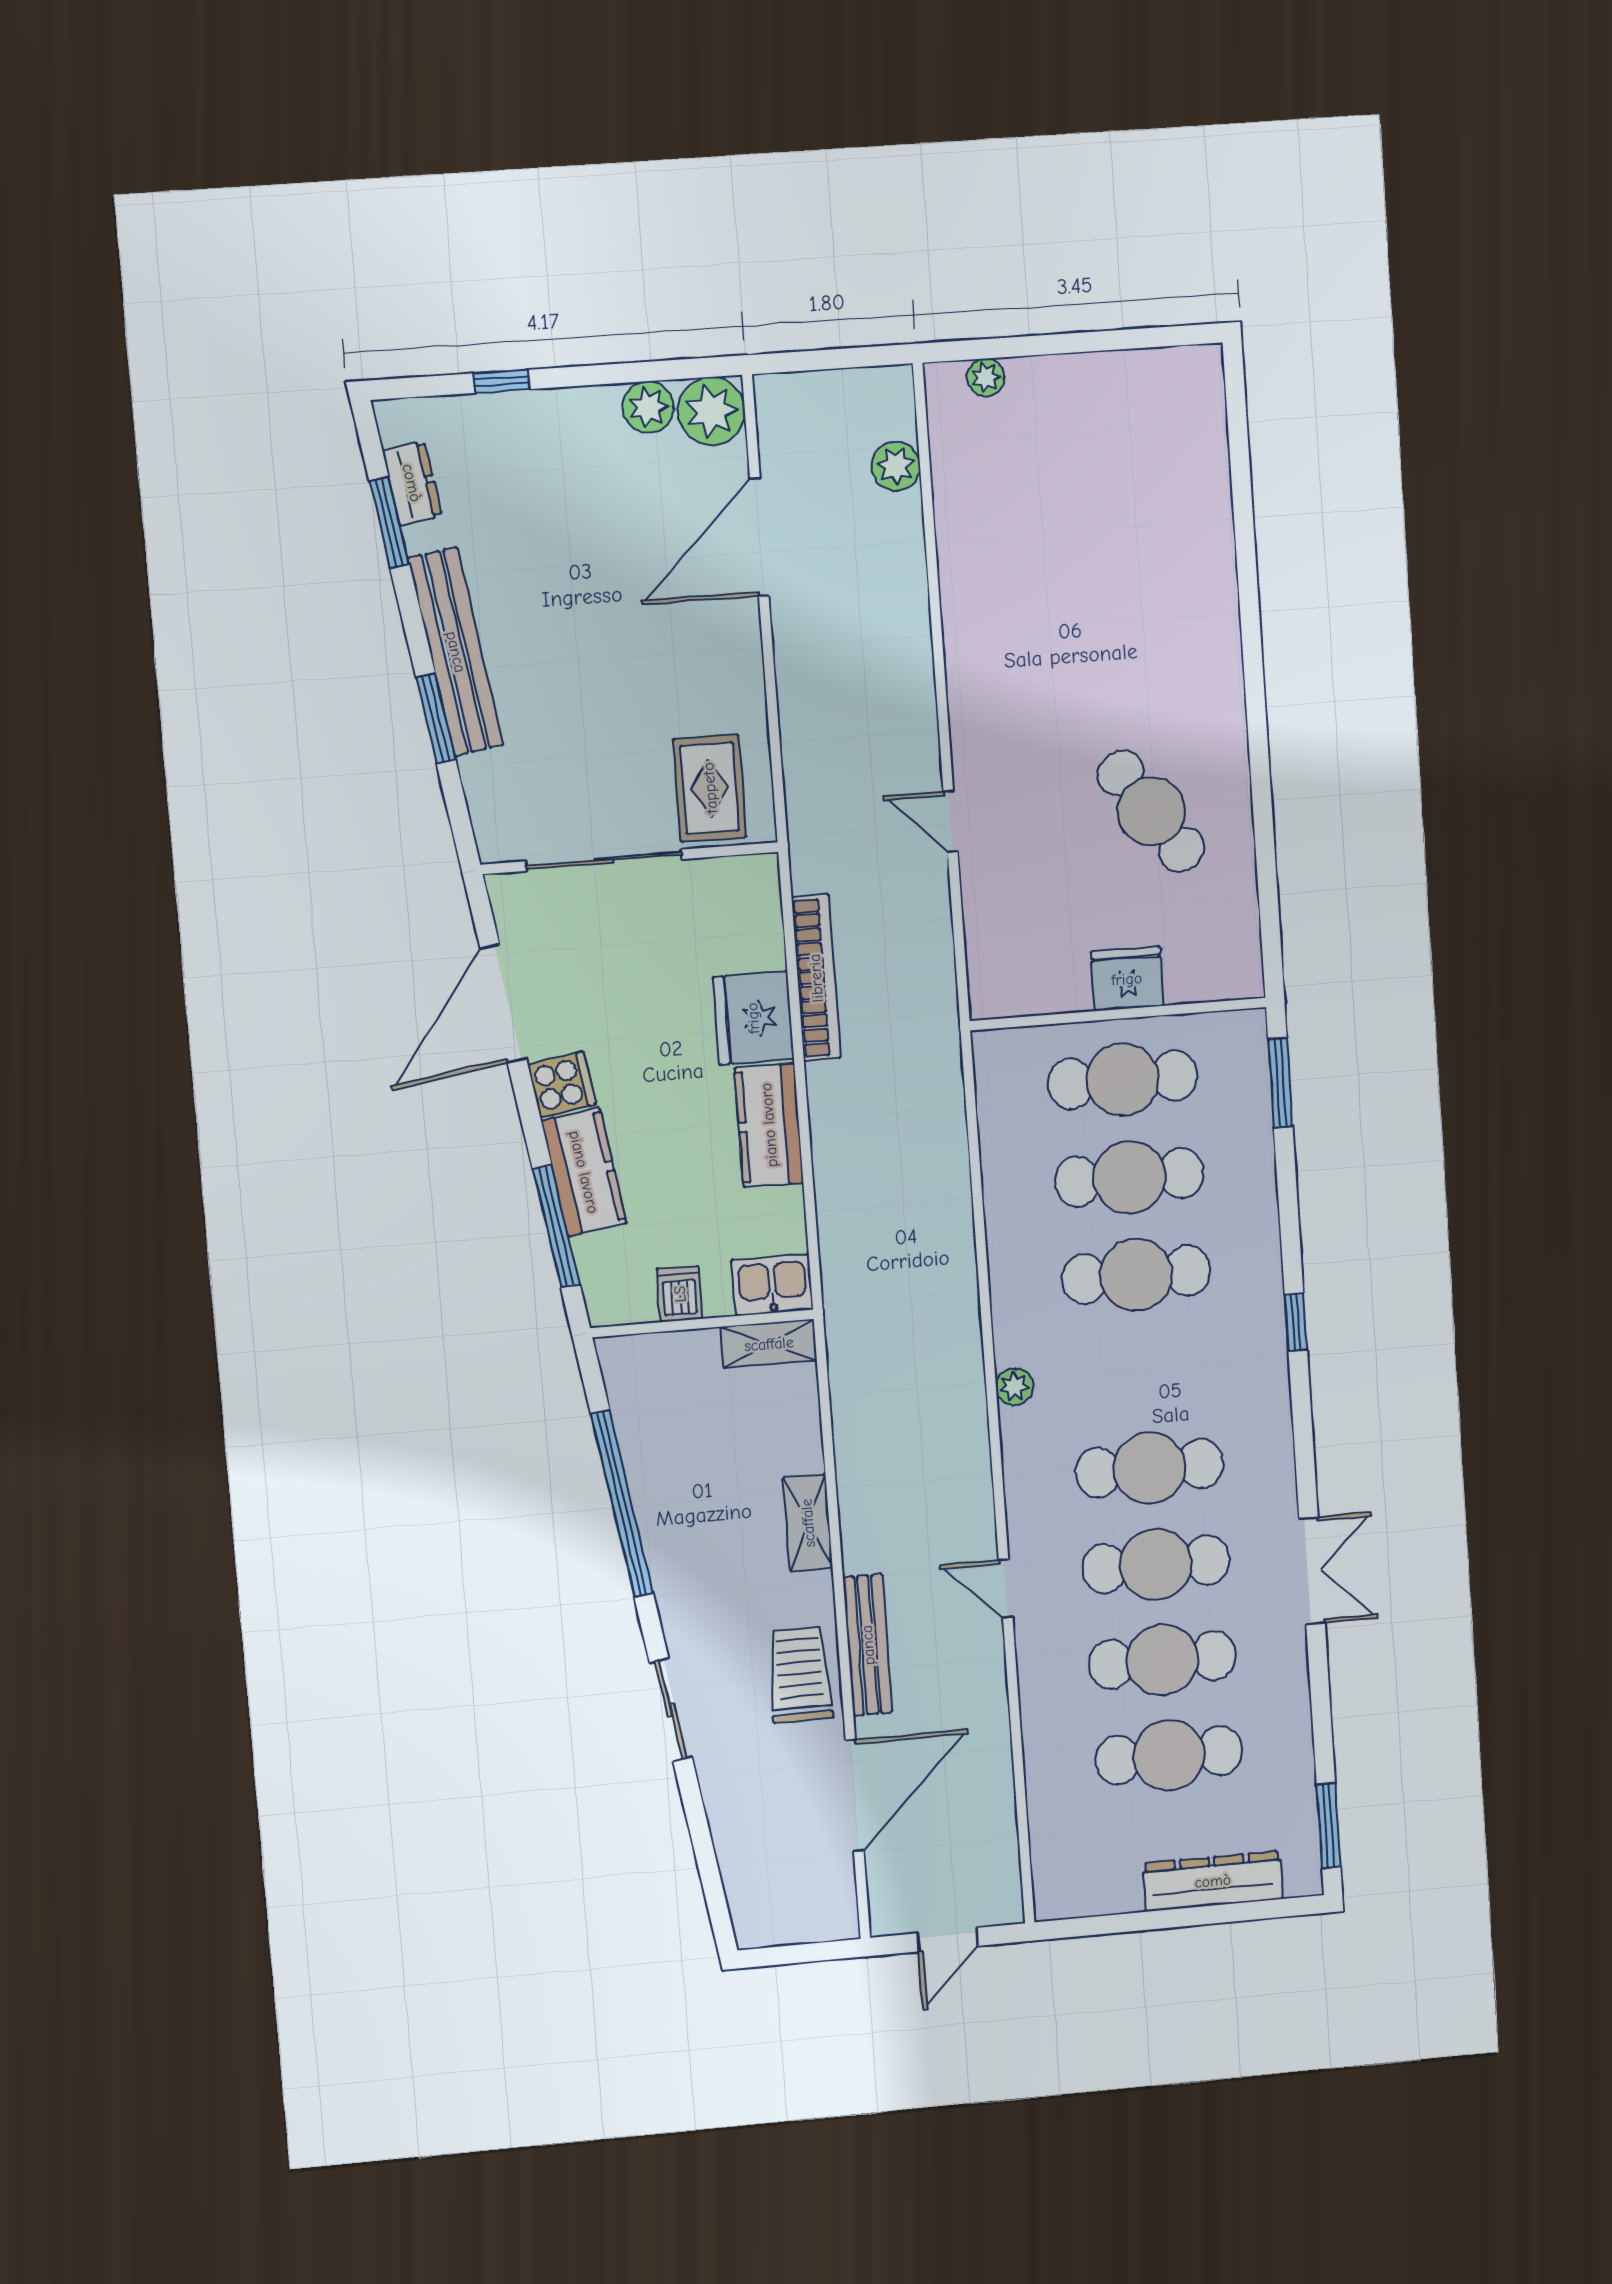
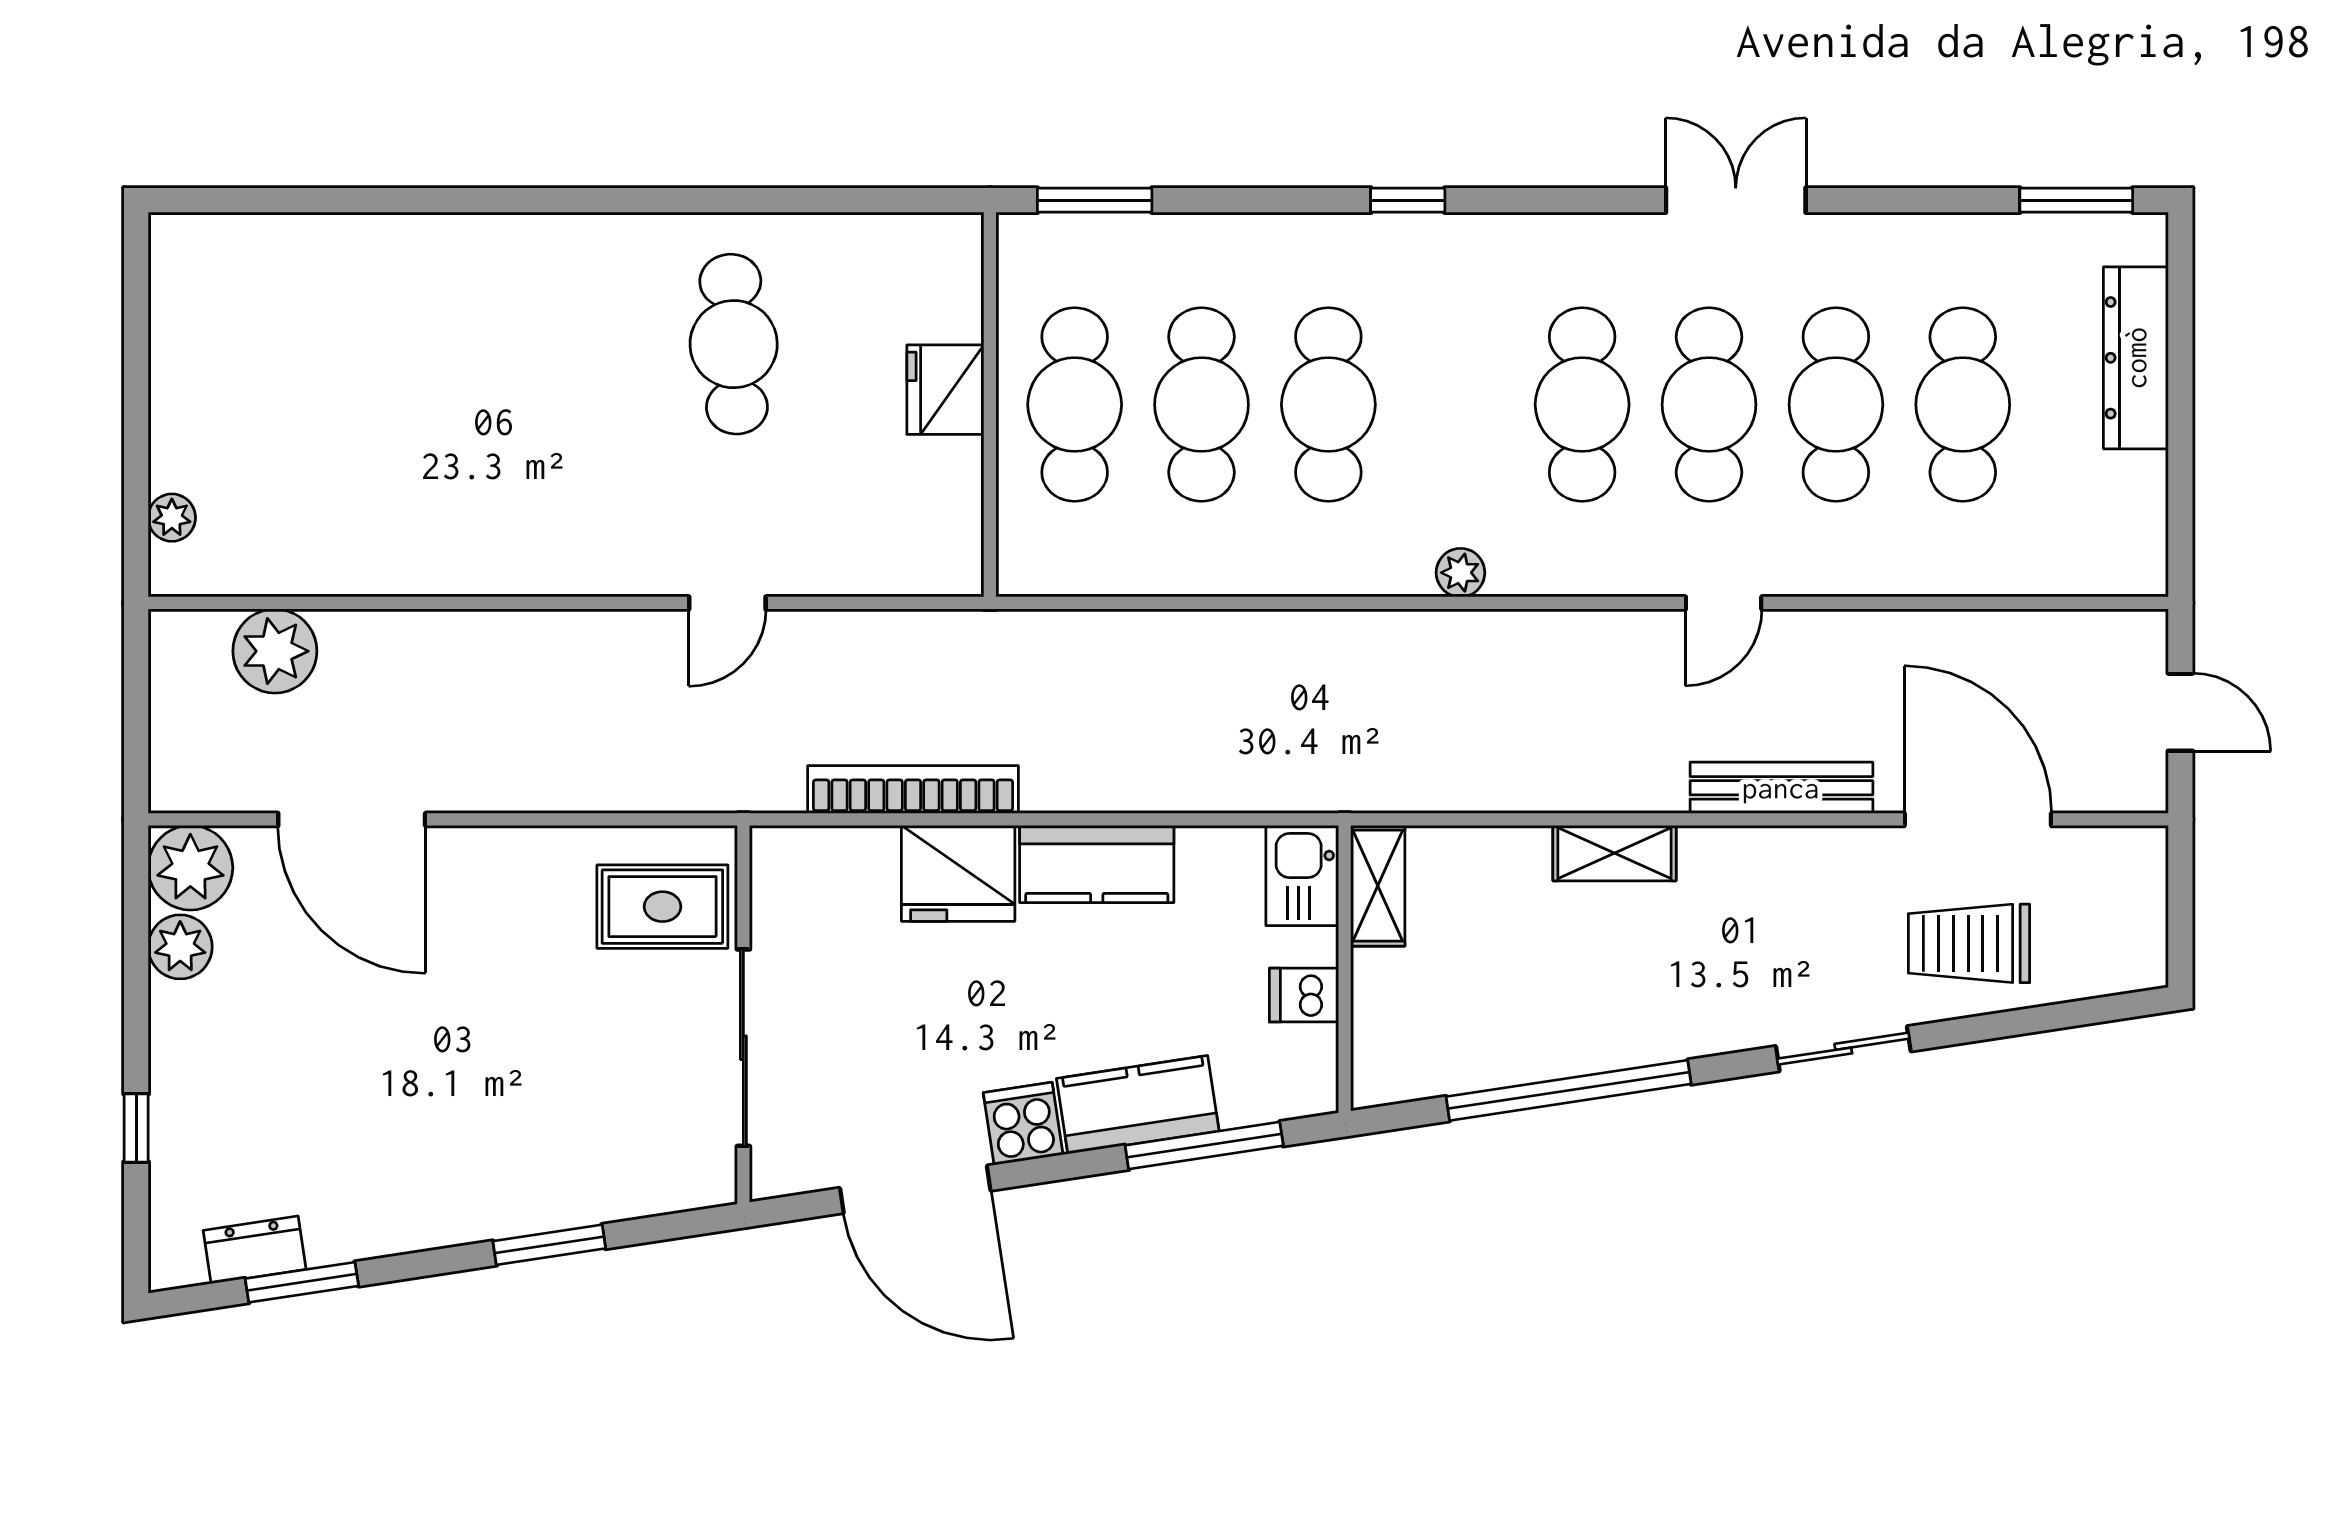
plant: (896, 466) -> (275, 651), width x1.36, depth x1.36
bench: (456, 652) -> (468, 1213), removed
cafe table: (1151, 811) -> (734, 344), turned -58
trolley: (800, 1675) -> (1969, 943), moved

